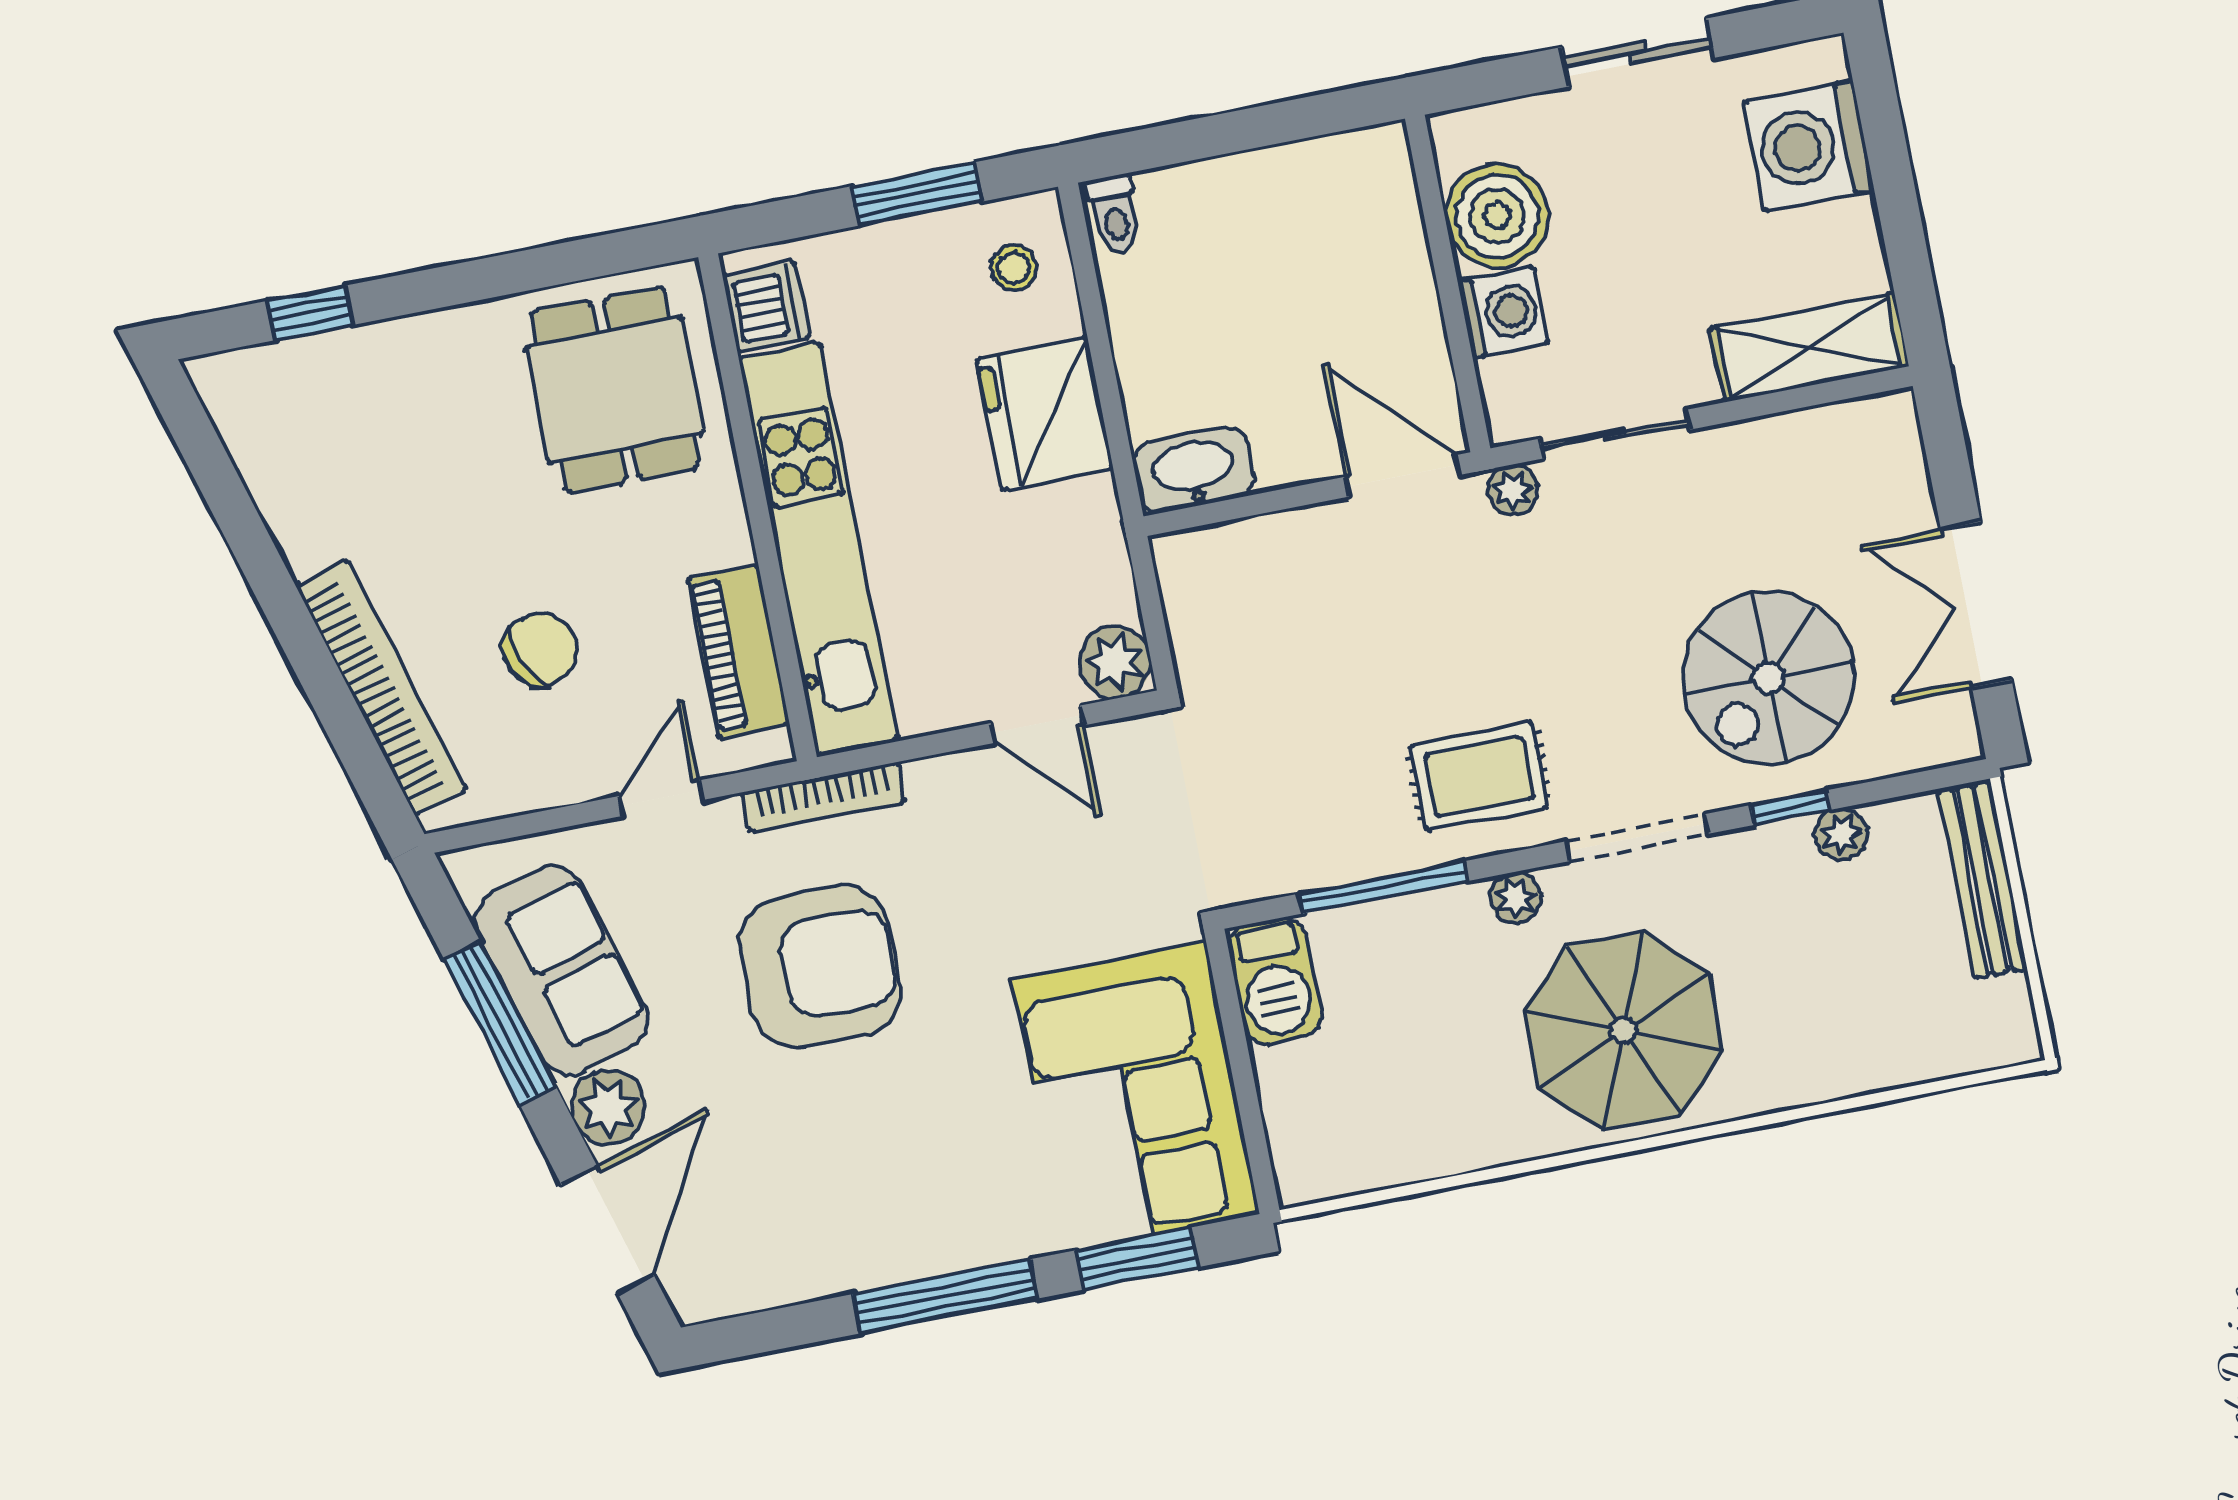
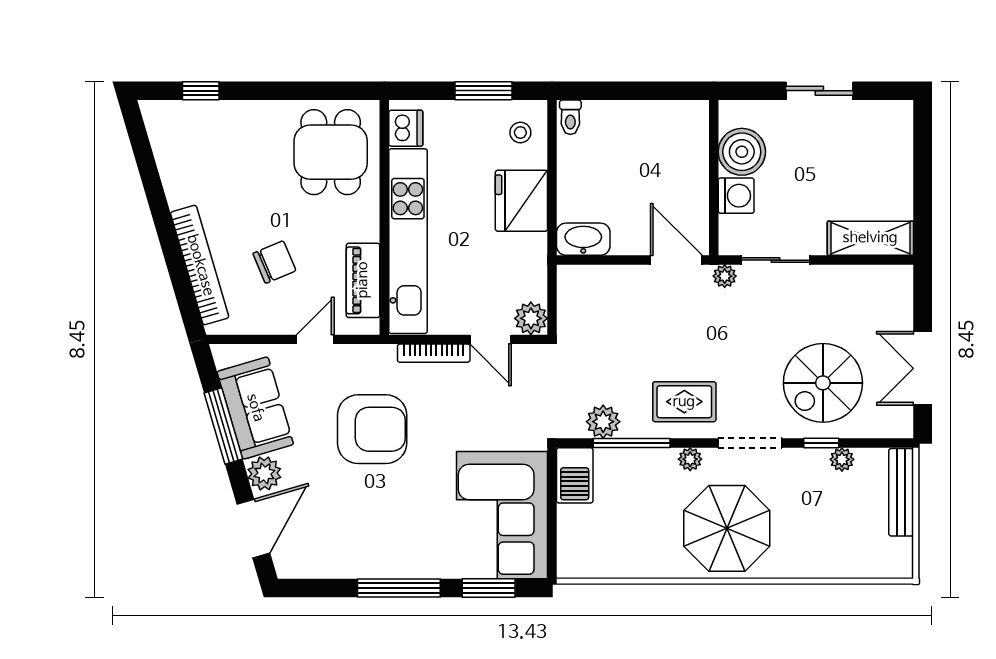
washing machine: (1809, 146) -> (888, 148), removed
bookcase: (823, 797) -> (434, 353), moved
plant: (1313, 854) -> (603, 422), added

